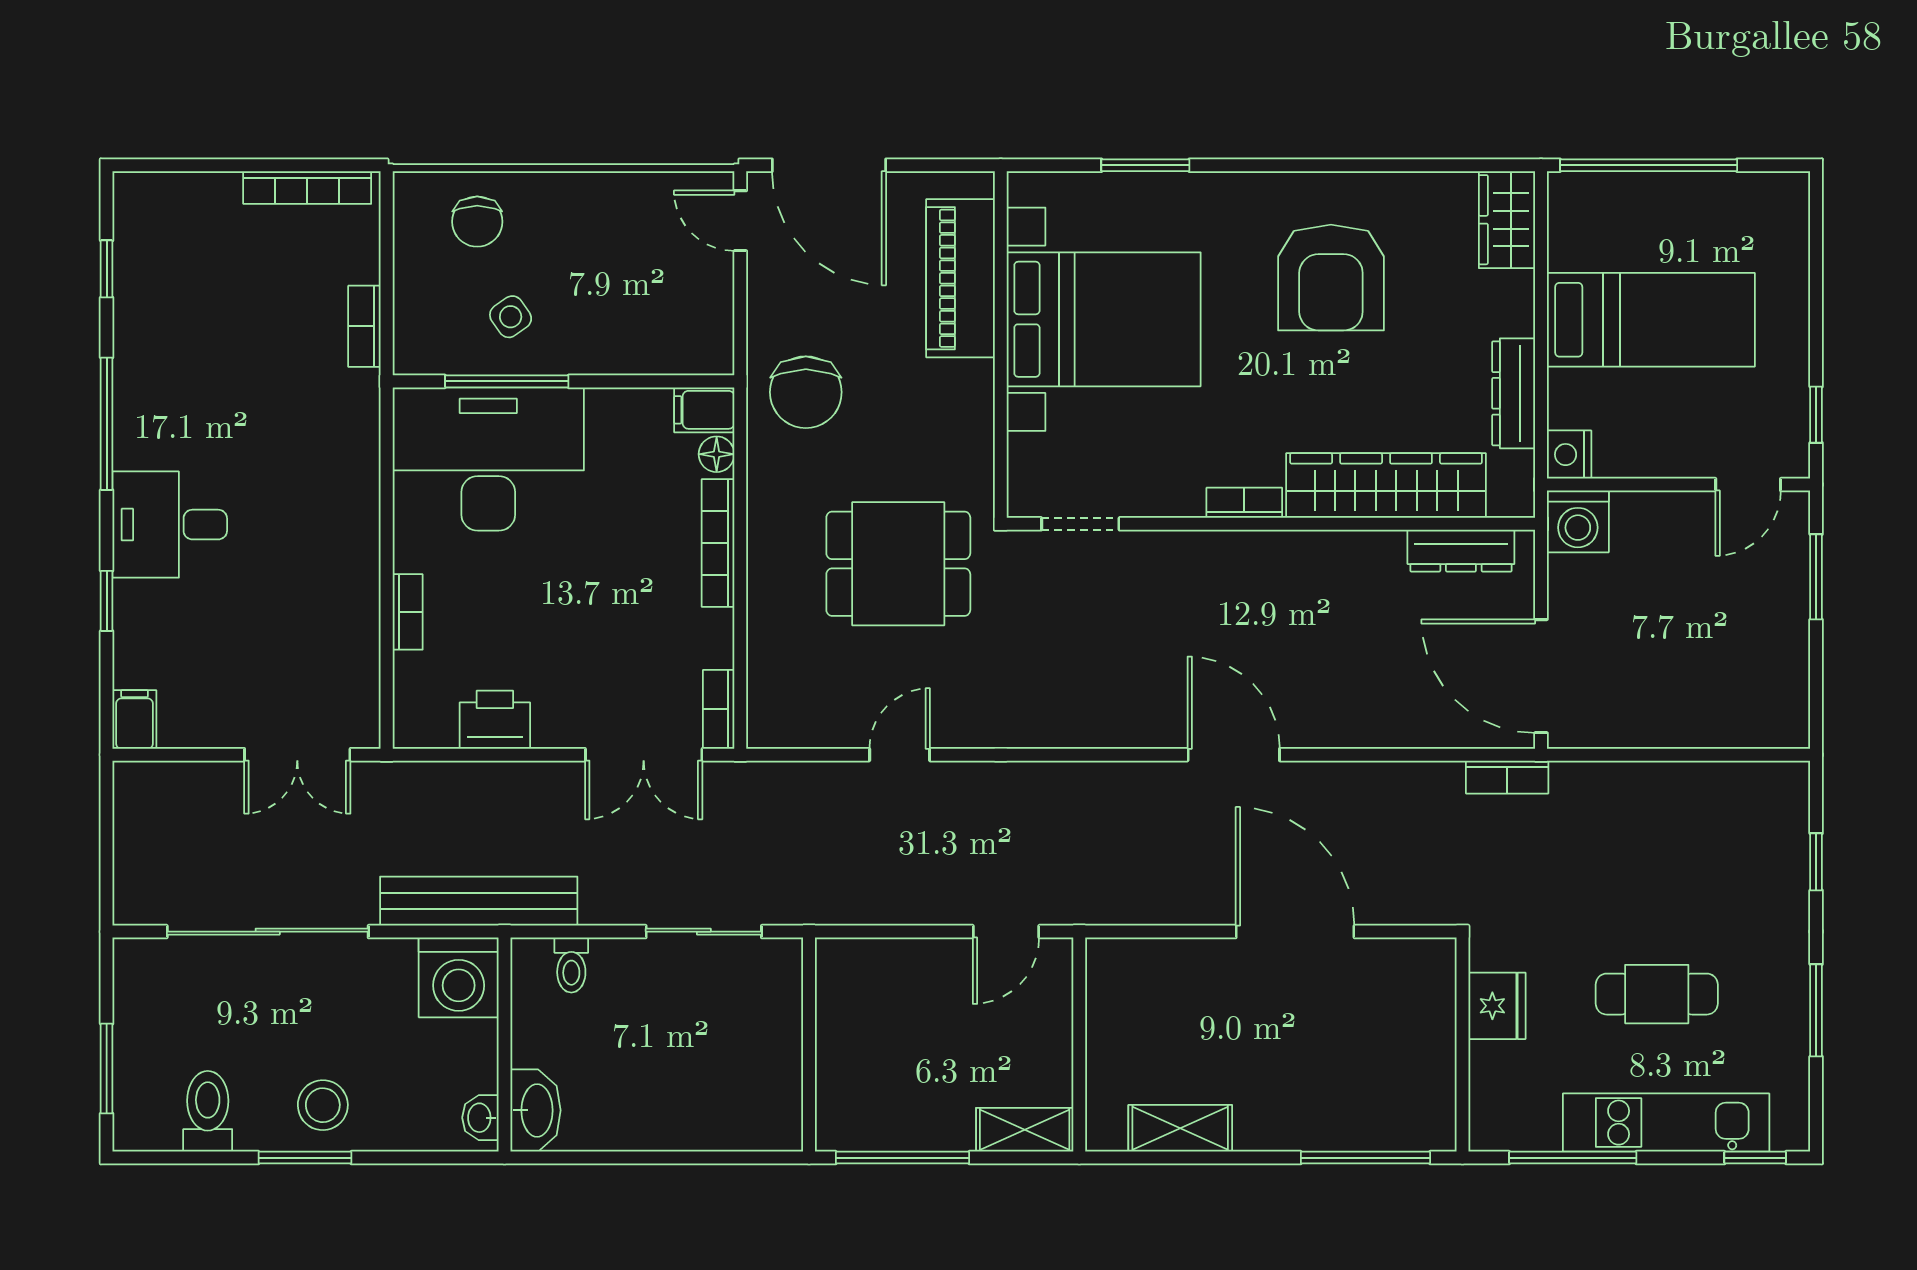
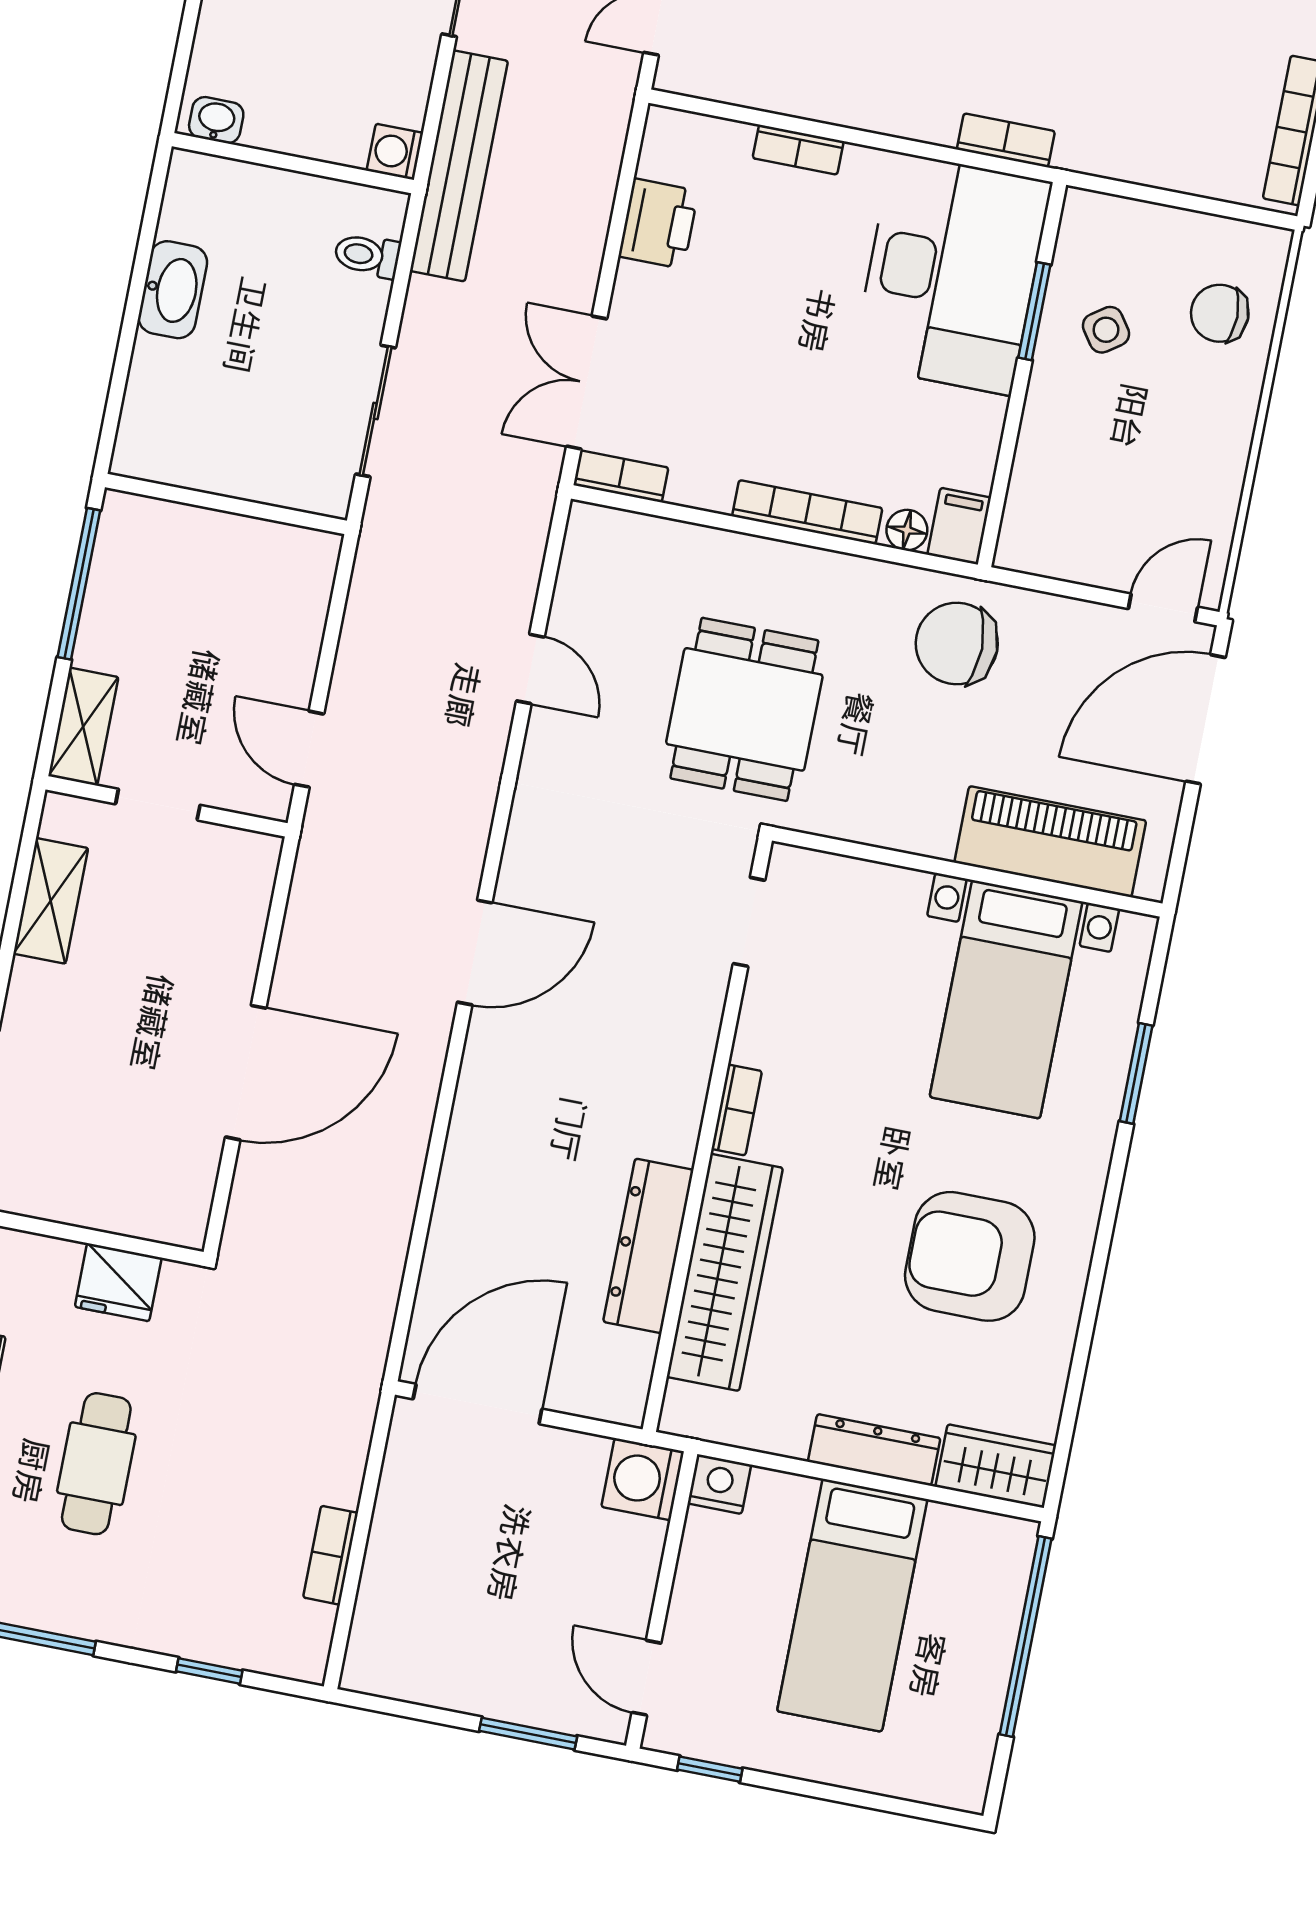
bed with nightstands: (1104, 319) -> (1006, 999), width x0.73
bookcase: (364, 326) -> (1006, 140), moved
window: (507, 381) -> (1034, 311), width x0.69
dresser: (1514, 393) -> (874, 1450), moved
dresser: (1461, 551) -> (648, 1246), moved, width x1.37, depth x1.24
door: (1234, 755) -> (475, 952), moved
bookcase: (1507, 777) -> (331, 1555), moved
washing machine: (459, 977) -> (395, 152), width x0.53, depth x0.53
doorway: (1079, 1052) -> (158, 805), added
washbasin: (536, 1110) -> (173, 290), moved, turned -90

